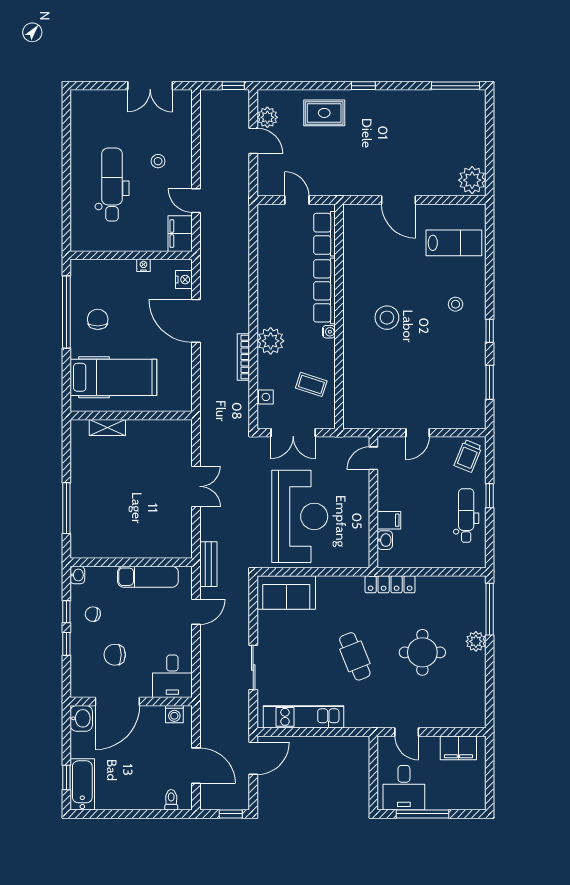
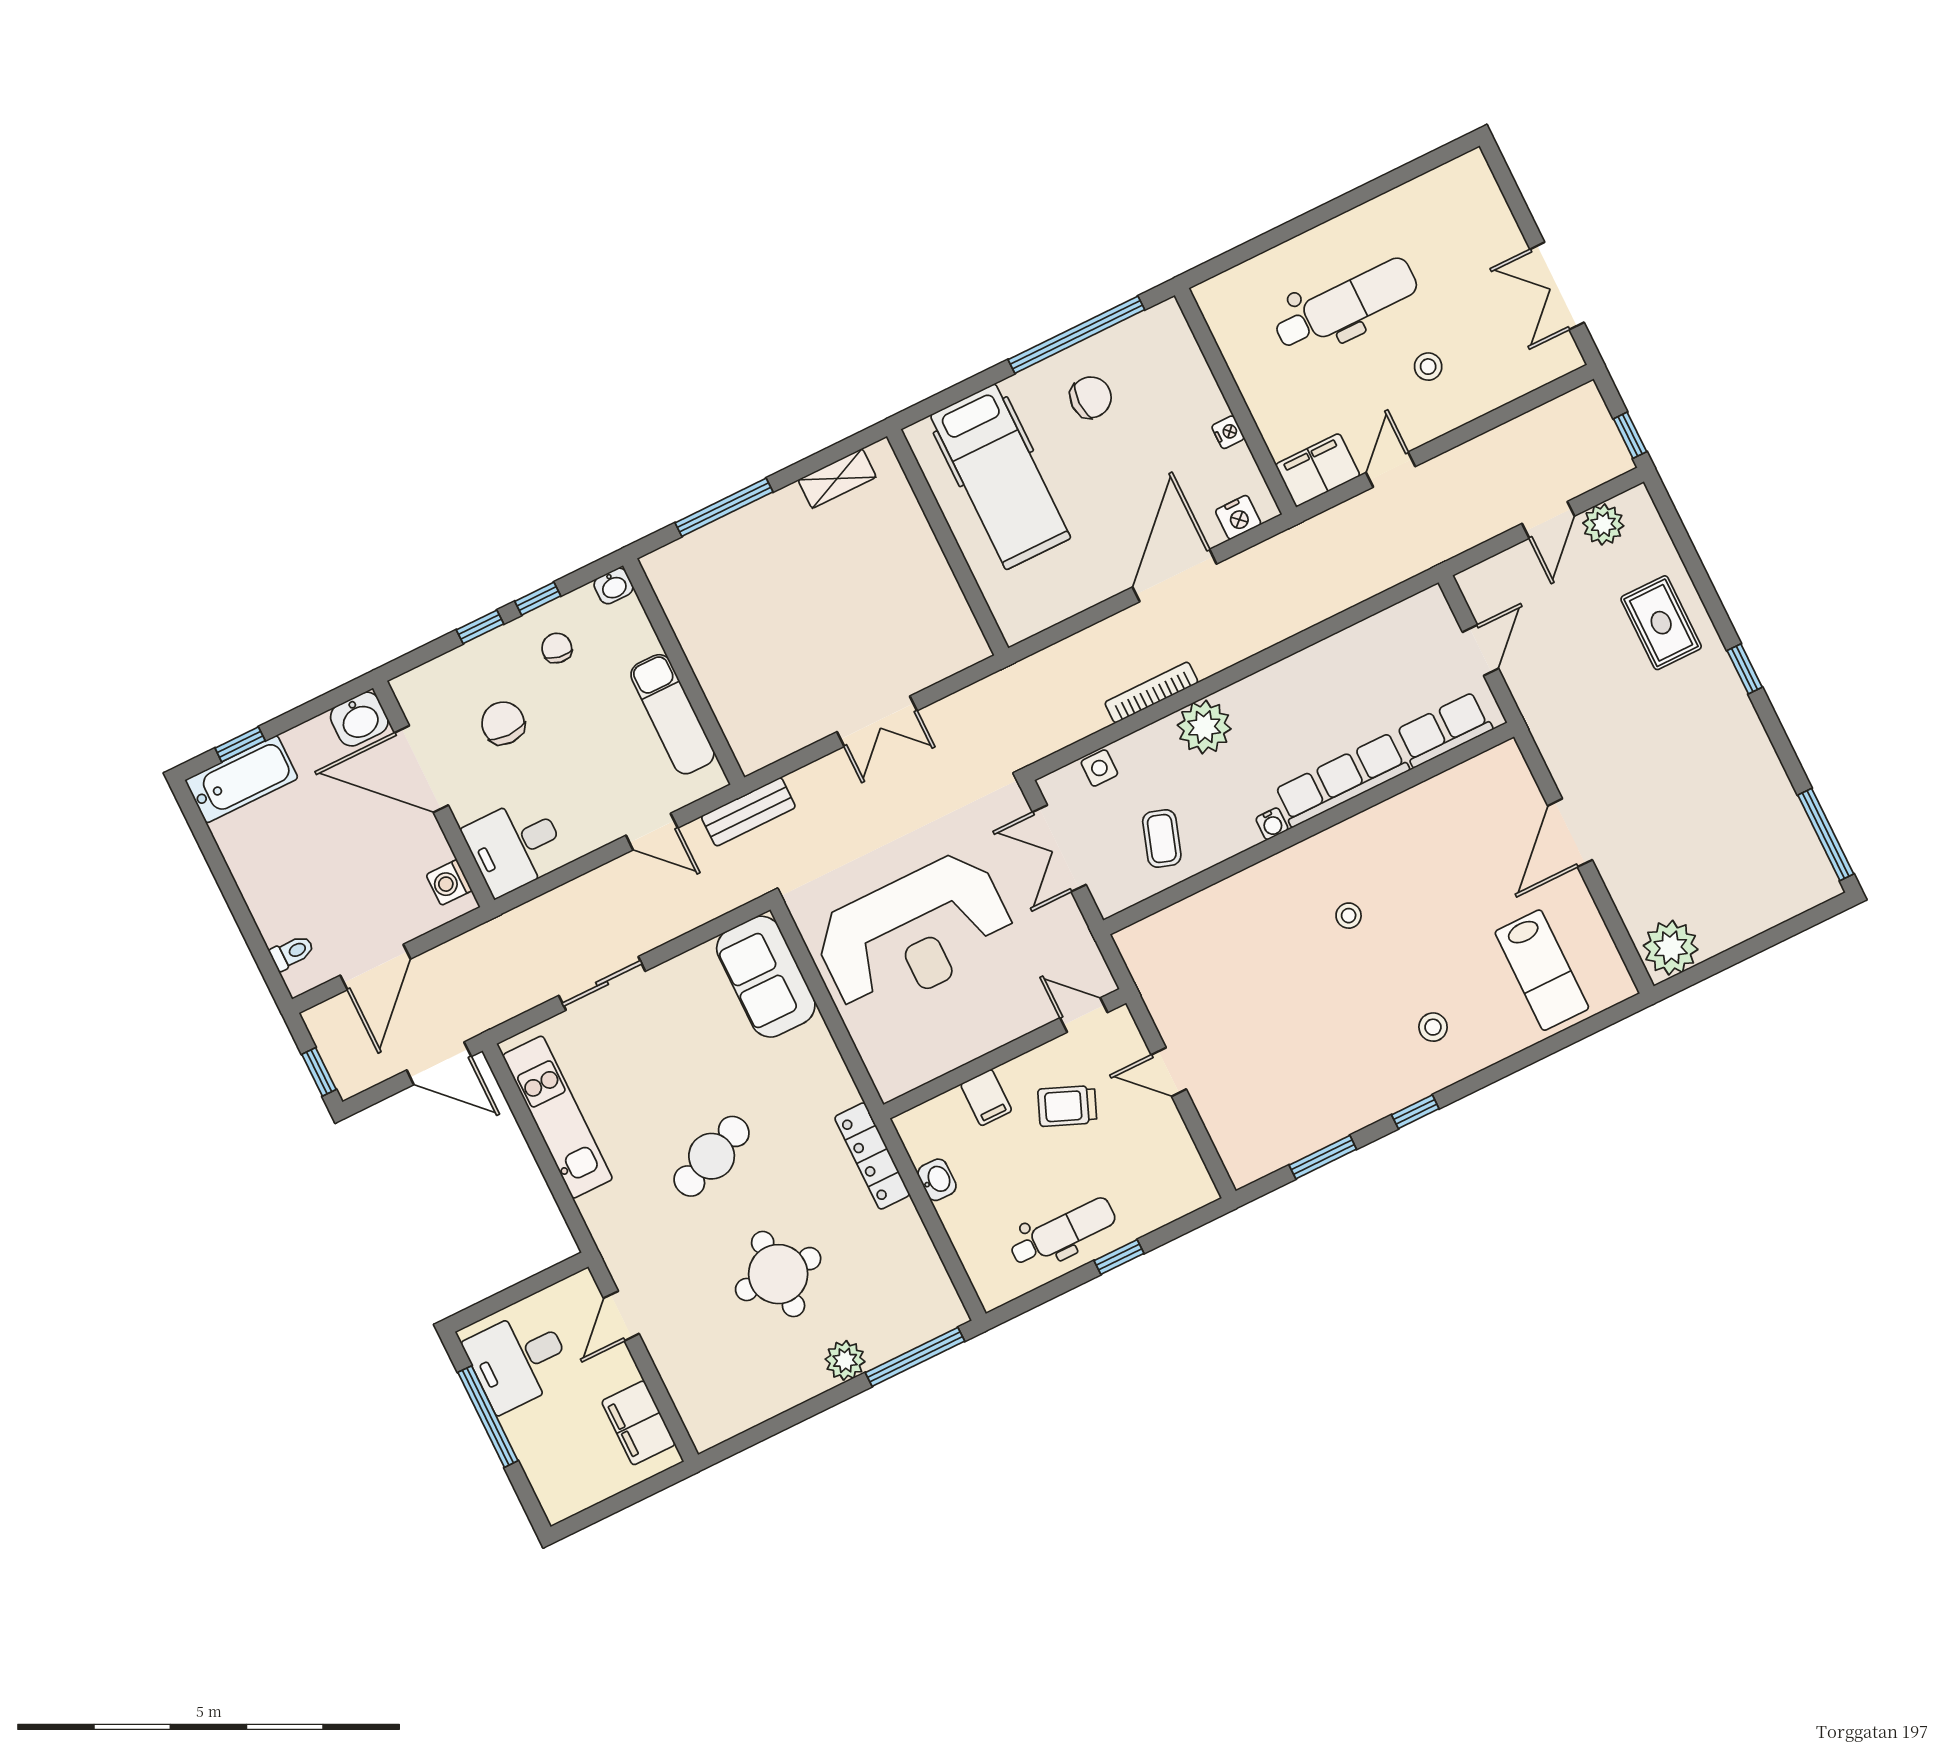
stool: (387, 318) -> (1349, 916), width x0.53, depth x0.53
shelving: (107, 427) -> (837, 478), moved, turned 90
trolley: (468, 456) -> (1067, 1106), moved
washbasin: (385, 540) -> (937, 1180), moved, turned -90

